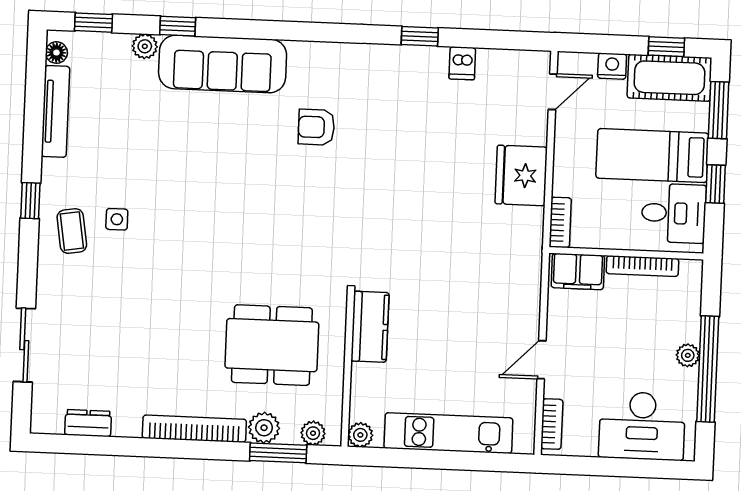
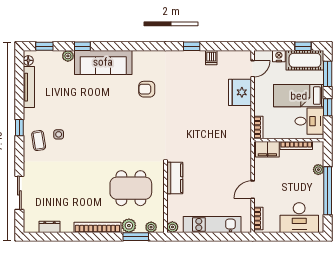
fridge: (521, 175) -> (240, 92), moved
plant: (688, 355) -> (318, 170), moved

